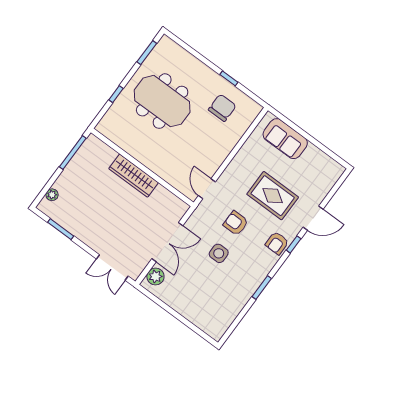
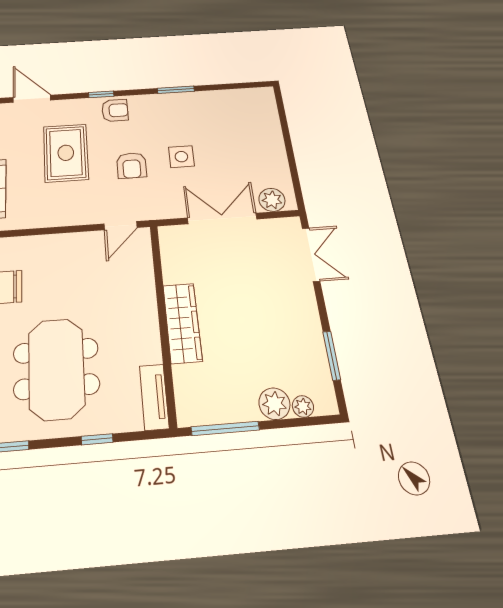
tv unit: (112, 134) -> (154, 397), added
plant: (64, 183) -> (274, 404), added
door: (313, 218) -> (32, 99), moved

